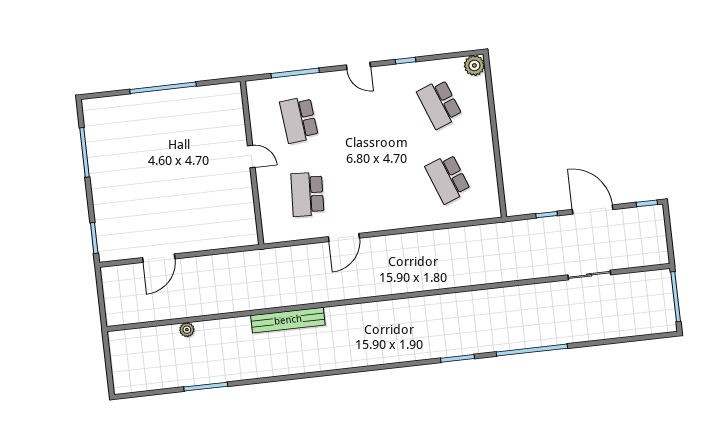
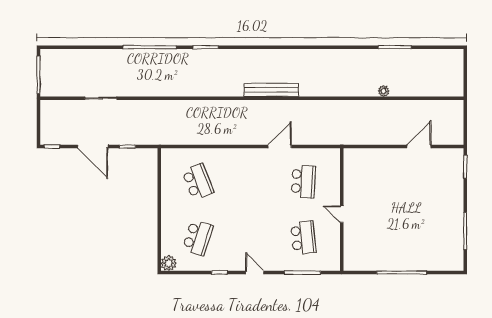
school desk: (439, 104) -> (198, 238), turned 39
bench: (288, 320) -> (271, 90), moved
plant: (187, 330) -> (384, 91), moved

